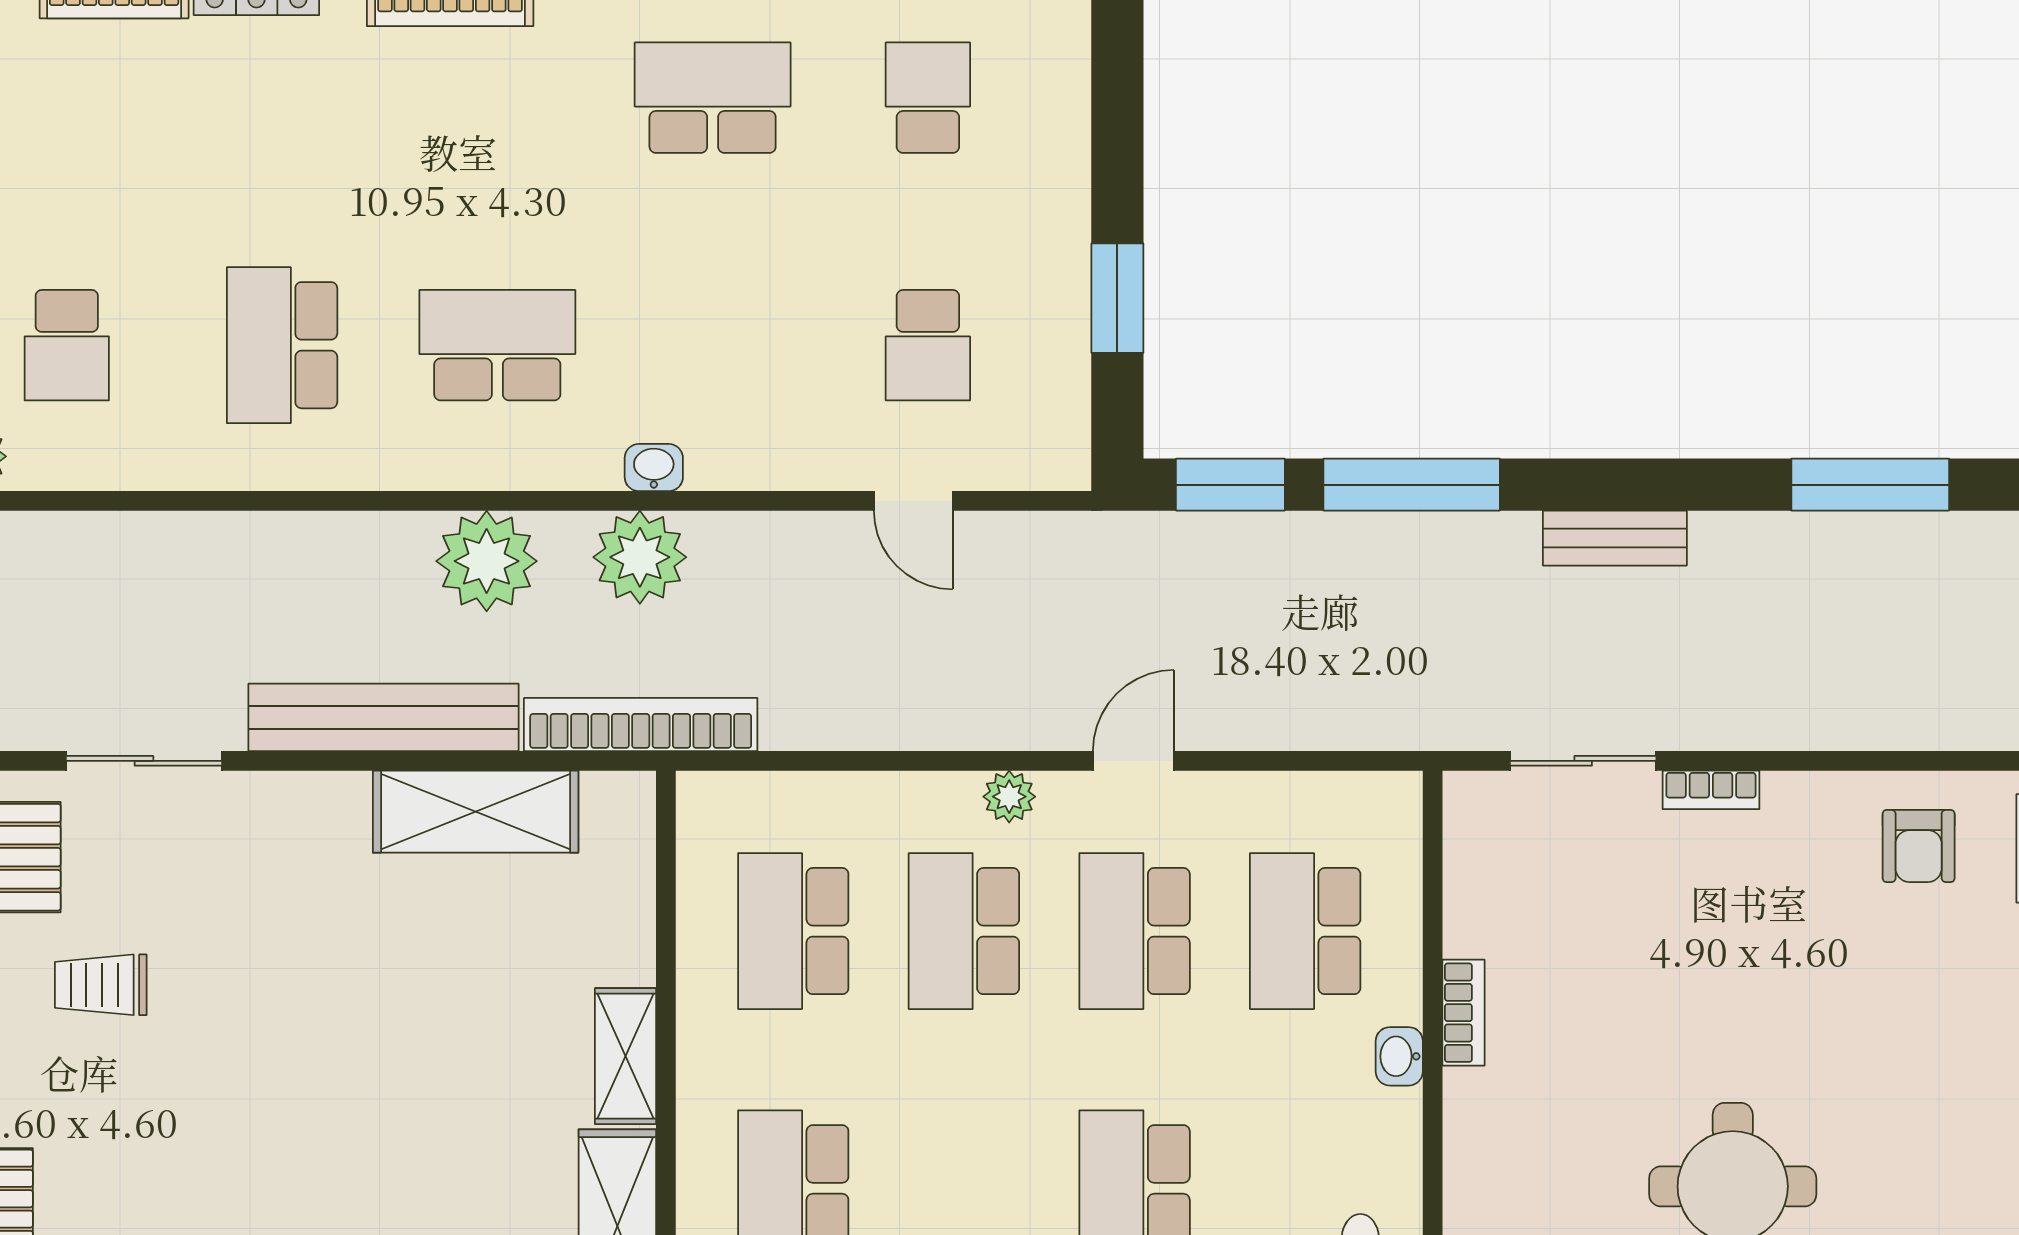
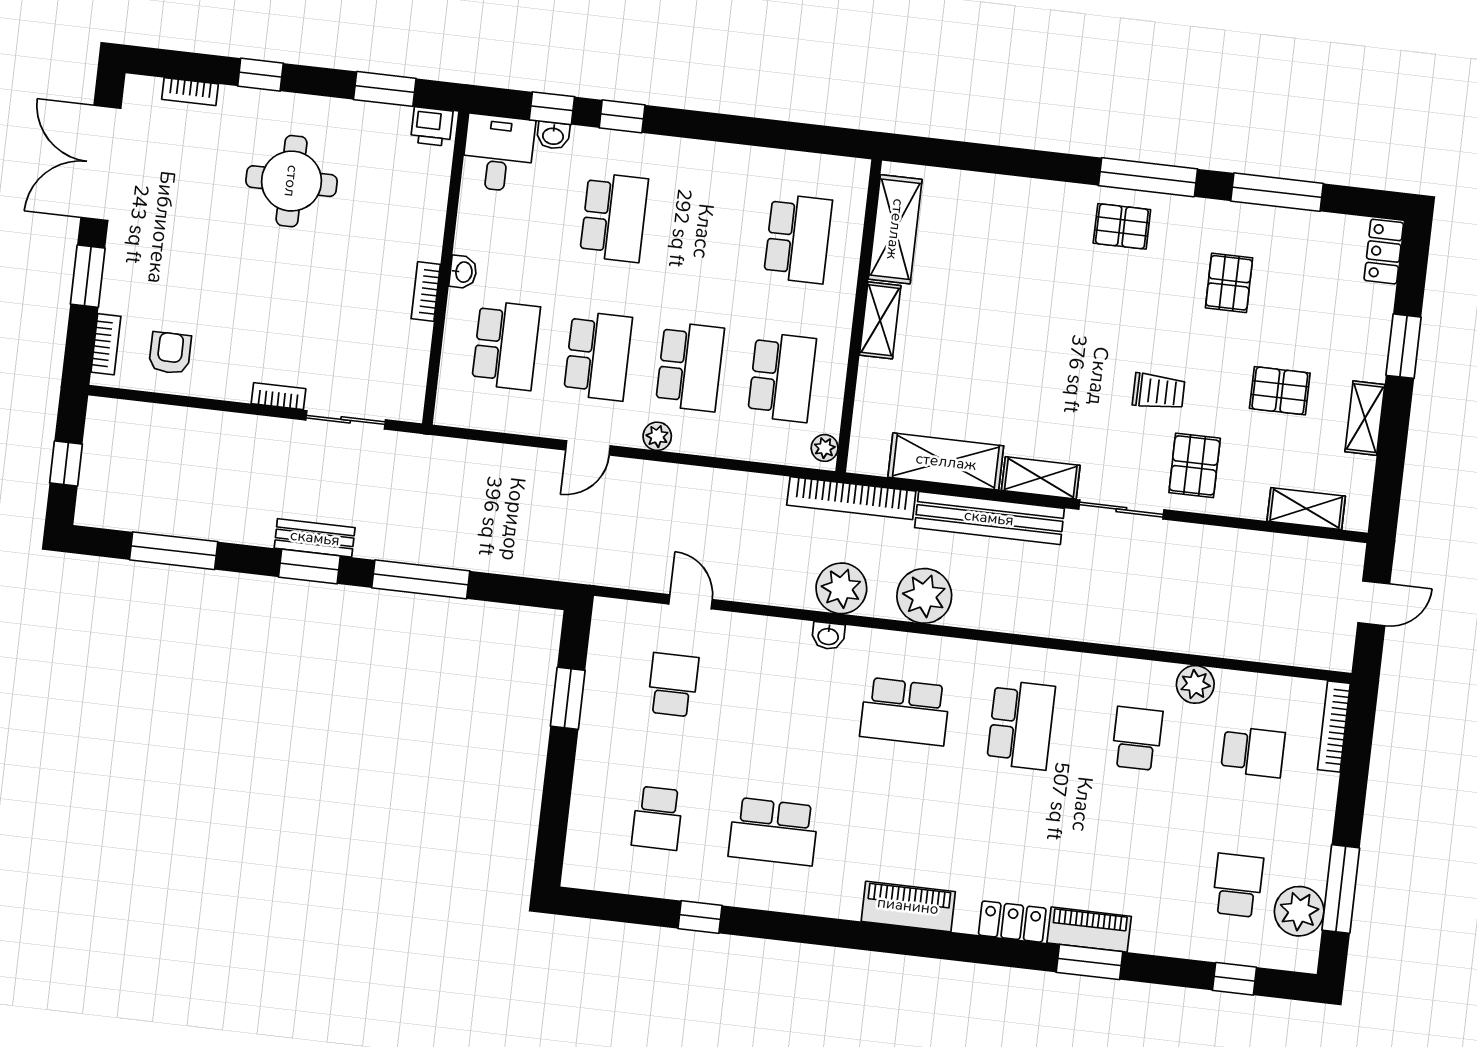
window: (1230, 485) -> (309, 566), moved
shelving: (298, 802) -> (1041, 478), added
plant: (700, 811) -> (825, 448), added

